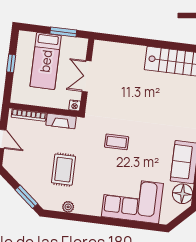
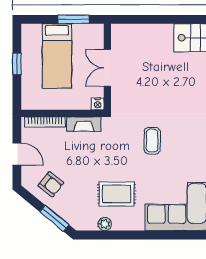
coffee table: (117, 142) -> (152, 141), turned 90
armchair: (27, 168) -> (51, 184), added
rug: (64, 170) -> (117, 194), moved, turned 90

